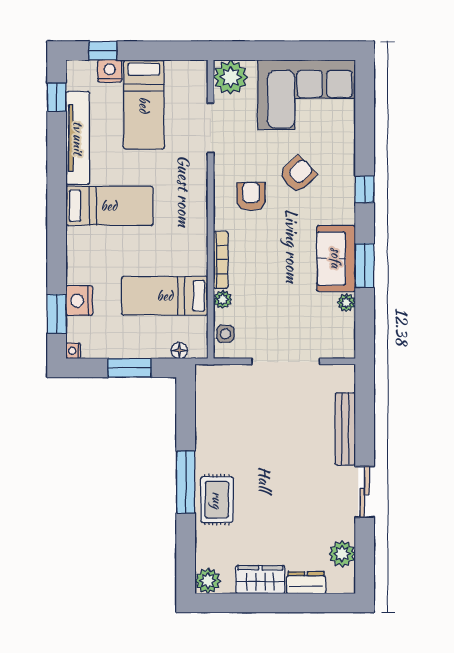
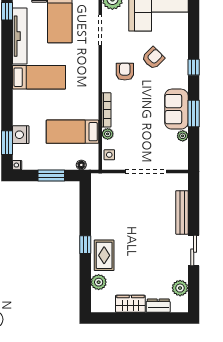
window: (186, 482) -> (85, 245), width x0.46
plant: (208, 581) -> (99, 282), moved

